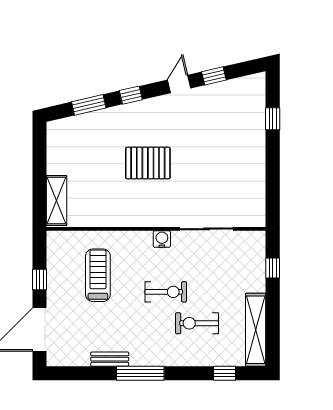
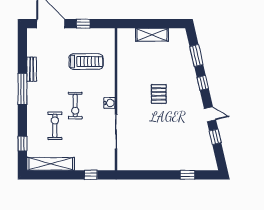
pallet: (148, 163) -> (159, 94), width x0.67, depth x0.71
shelving: (57, 201) -> (152, 35), moved

